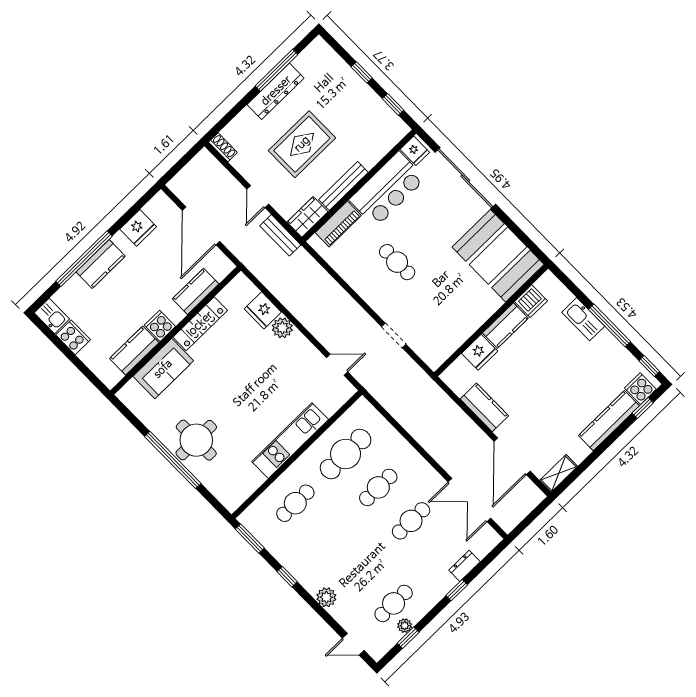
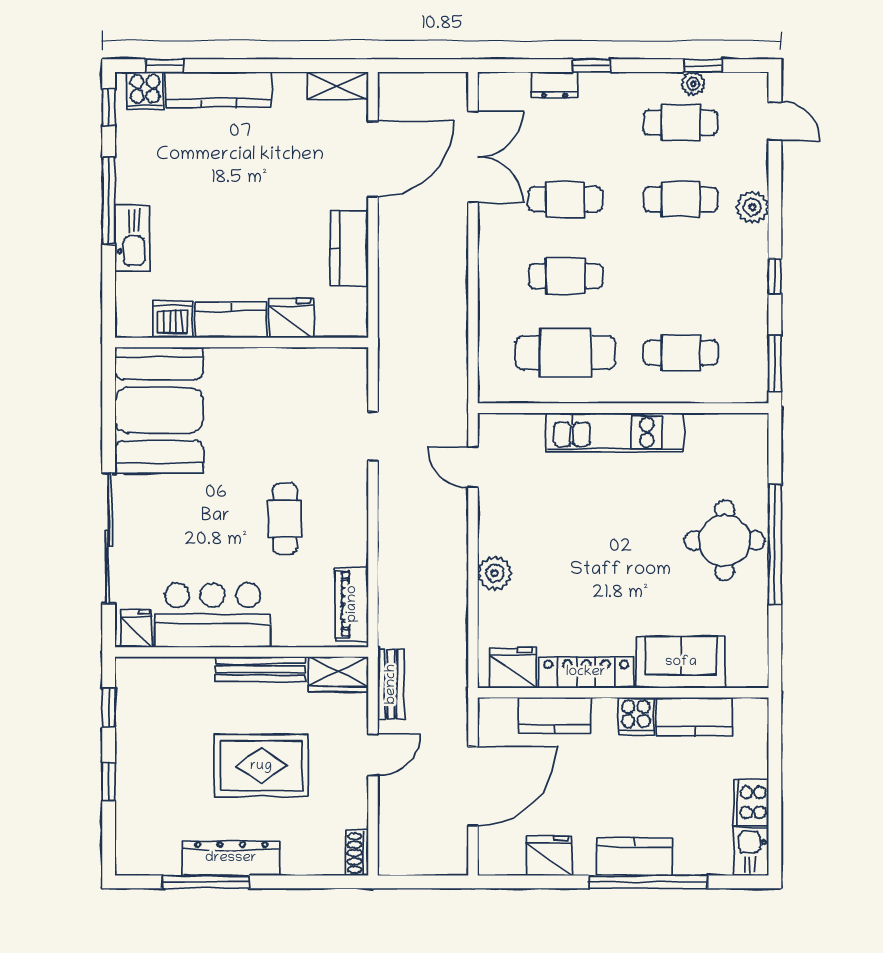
piano: (338, 224) -> (352, 604), moved, turned -90
fridge: (263, 310) -> (513, 668), moved, turned -90
cafe table: (361, 570) -> (681, 199), added

